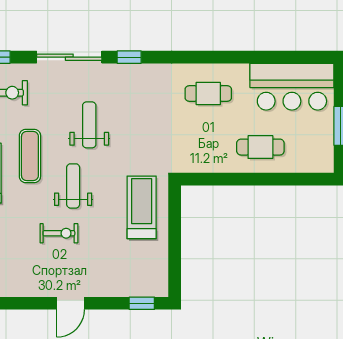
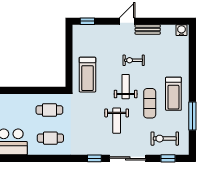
cafe table: (260, 147) -> (49, 110), moved
weight bench: (73, 186) -> (126, 87), turned 180
bench: (34, 288) -> (148, 29), added

